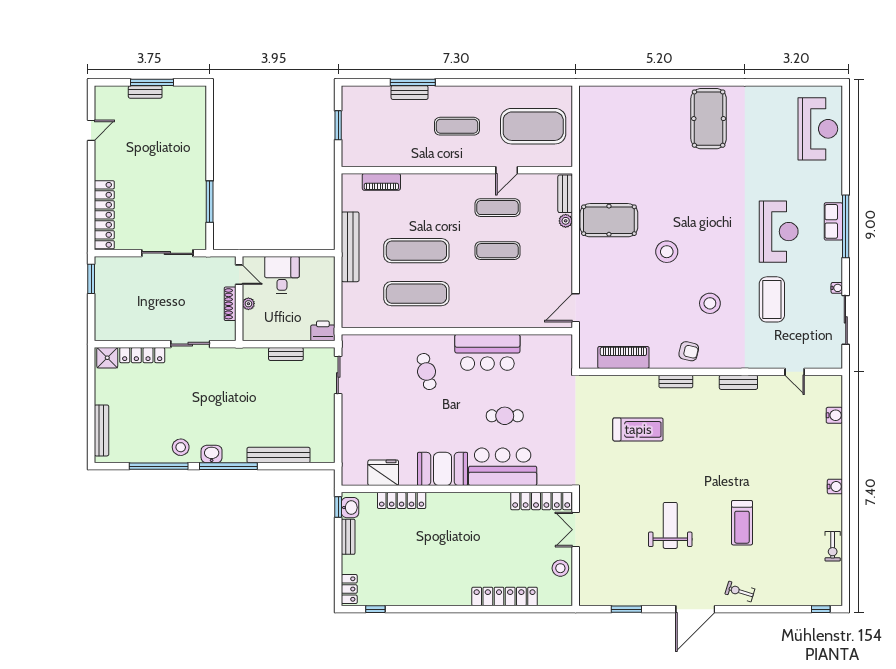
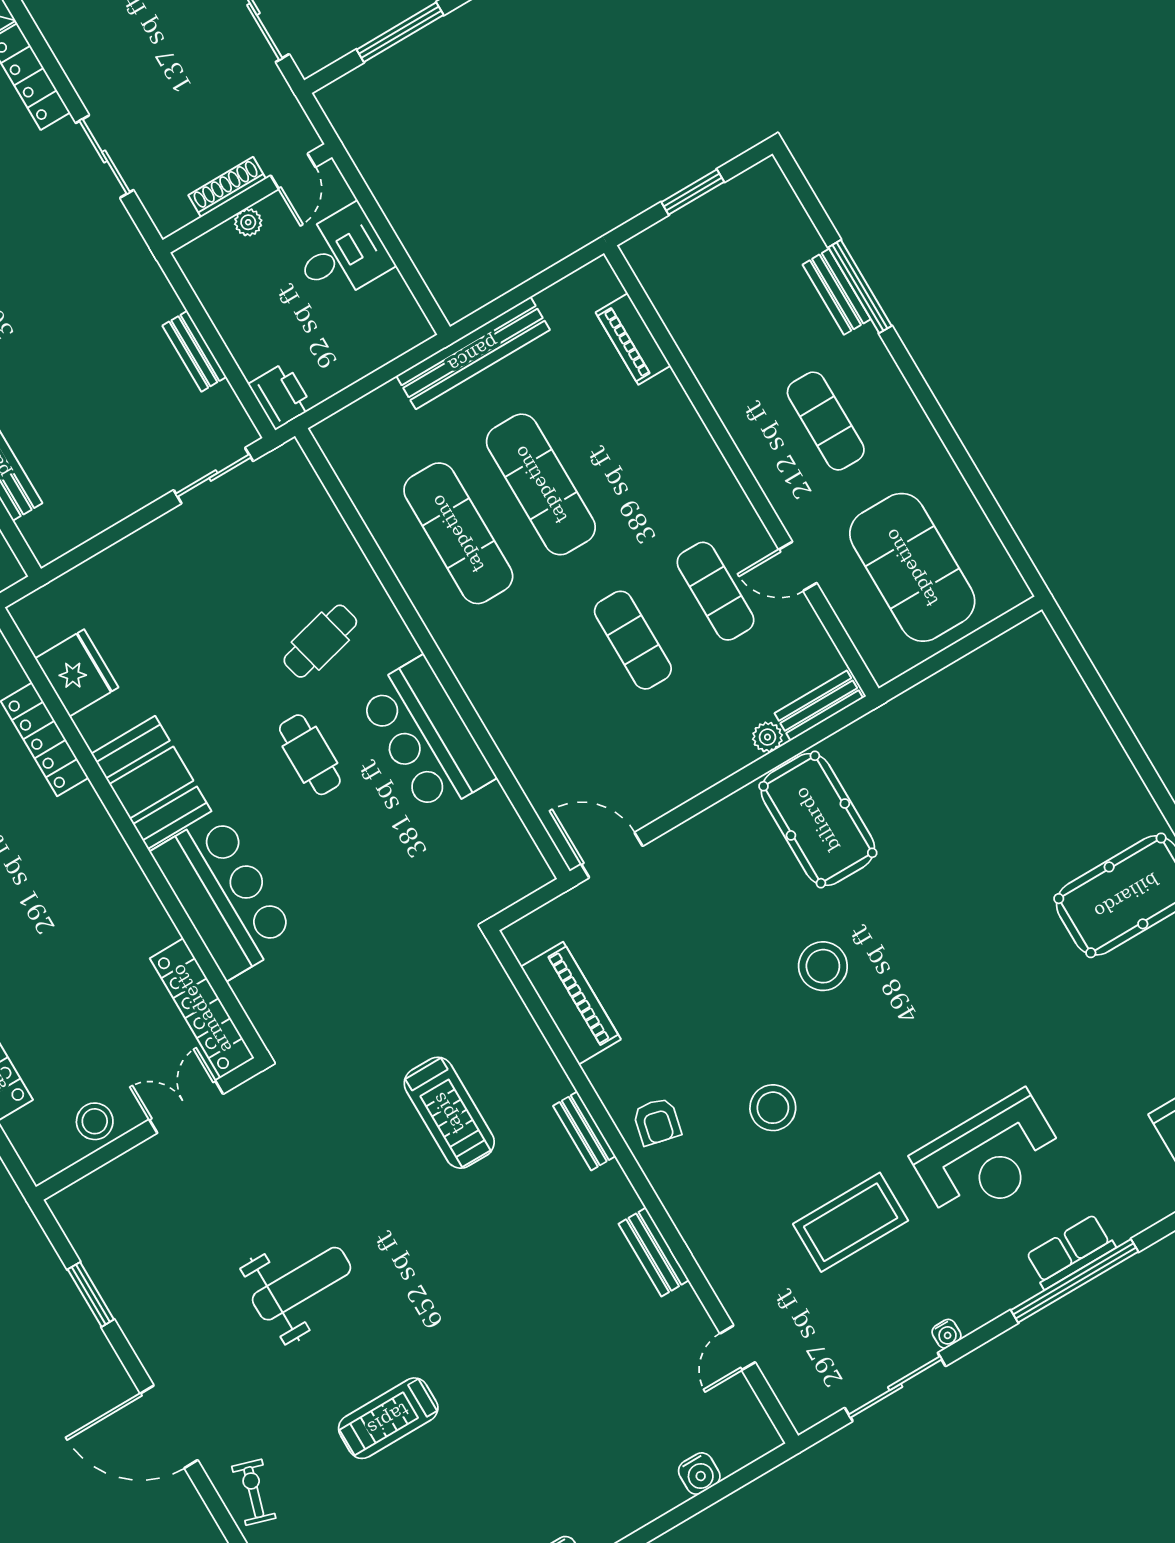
cafe table: (505, 416) -> (310, 755), moved

